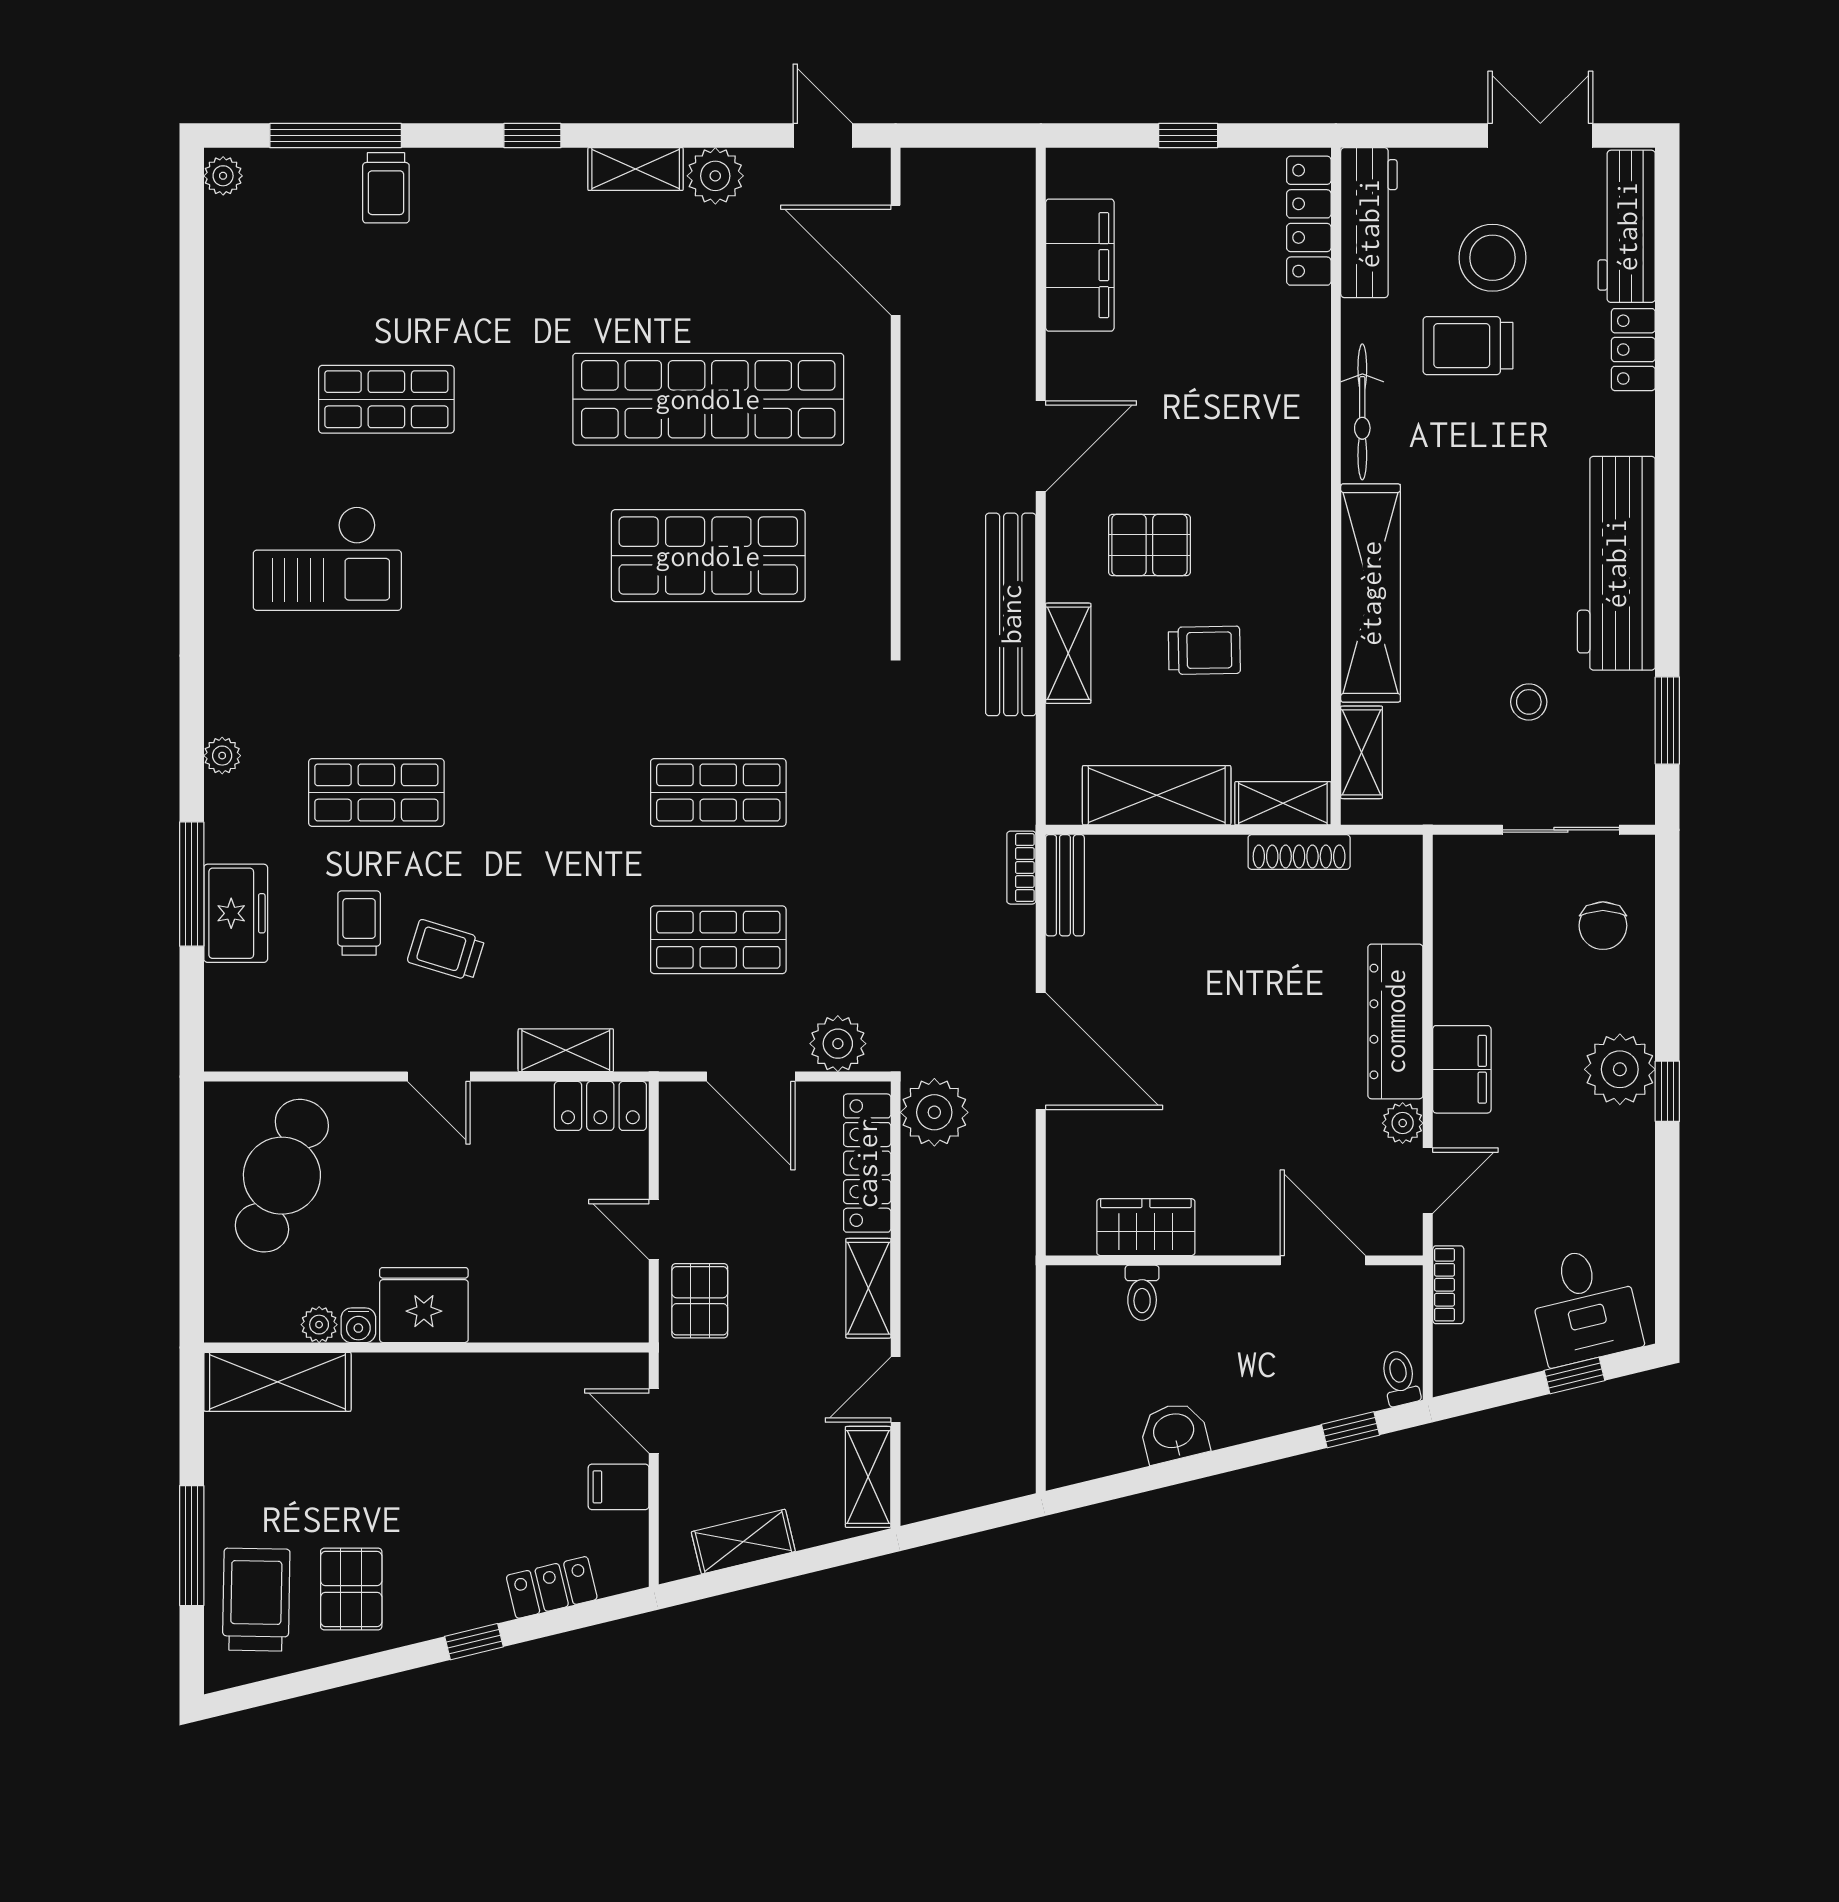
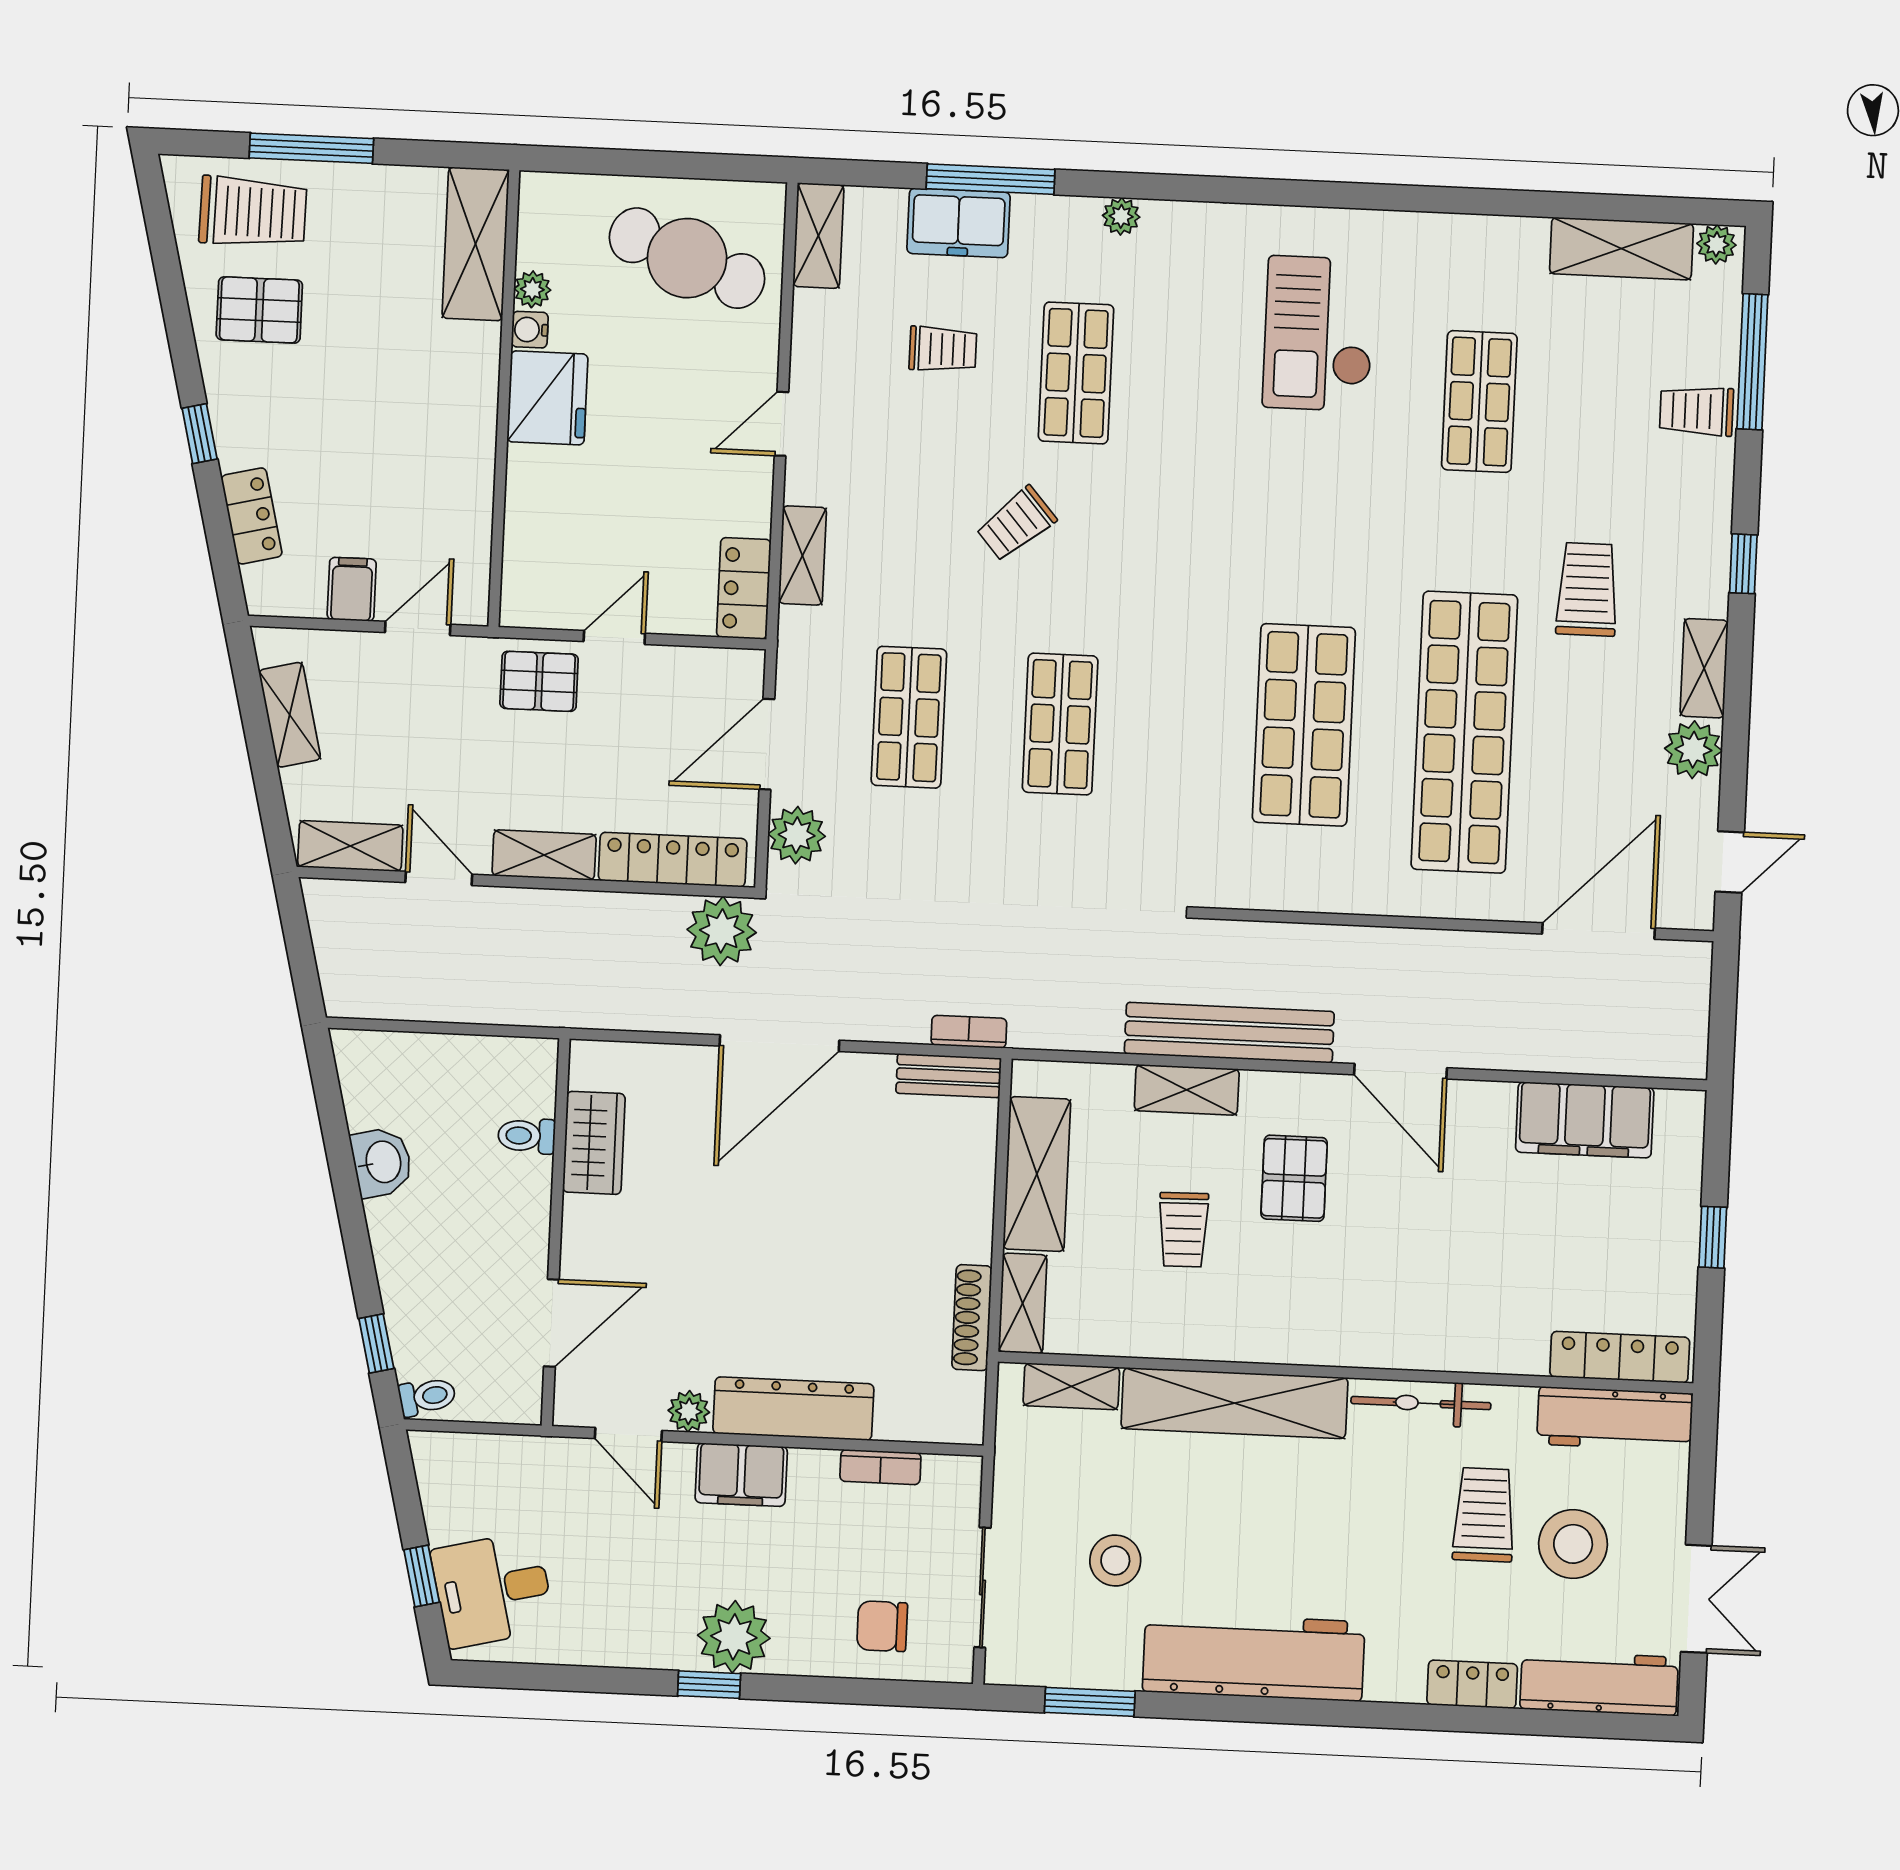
shelving: (231, 268) -> (1621, 249), added
trolley: (564, 286) -> (1587, 589), added
stool: (1529, 702) -> (1115, 1561), width x1.37, depth x1.37
trolley: (446, 950) -> (1016, 524), moved, turned -148
shelving: (254, 1049) -> (818, 236), added
bookcase: (1448, 1285) -> (880, 1467), moved

